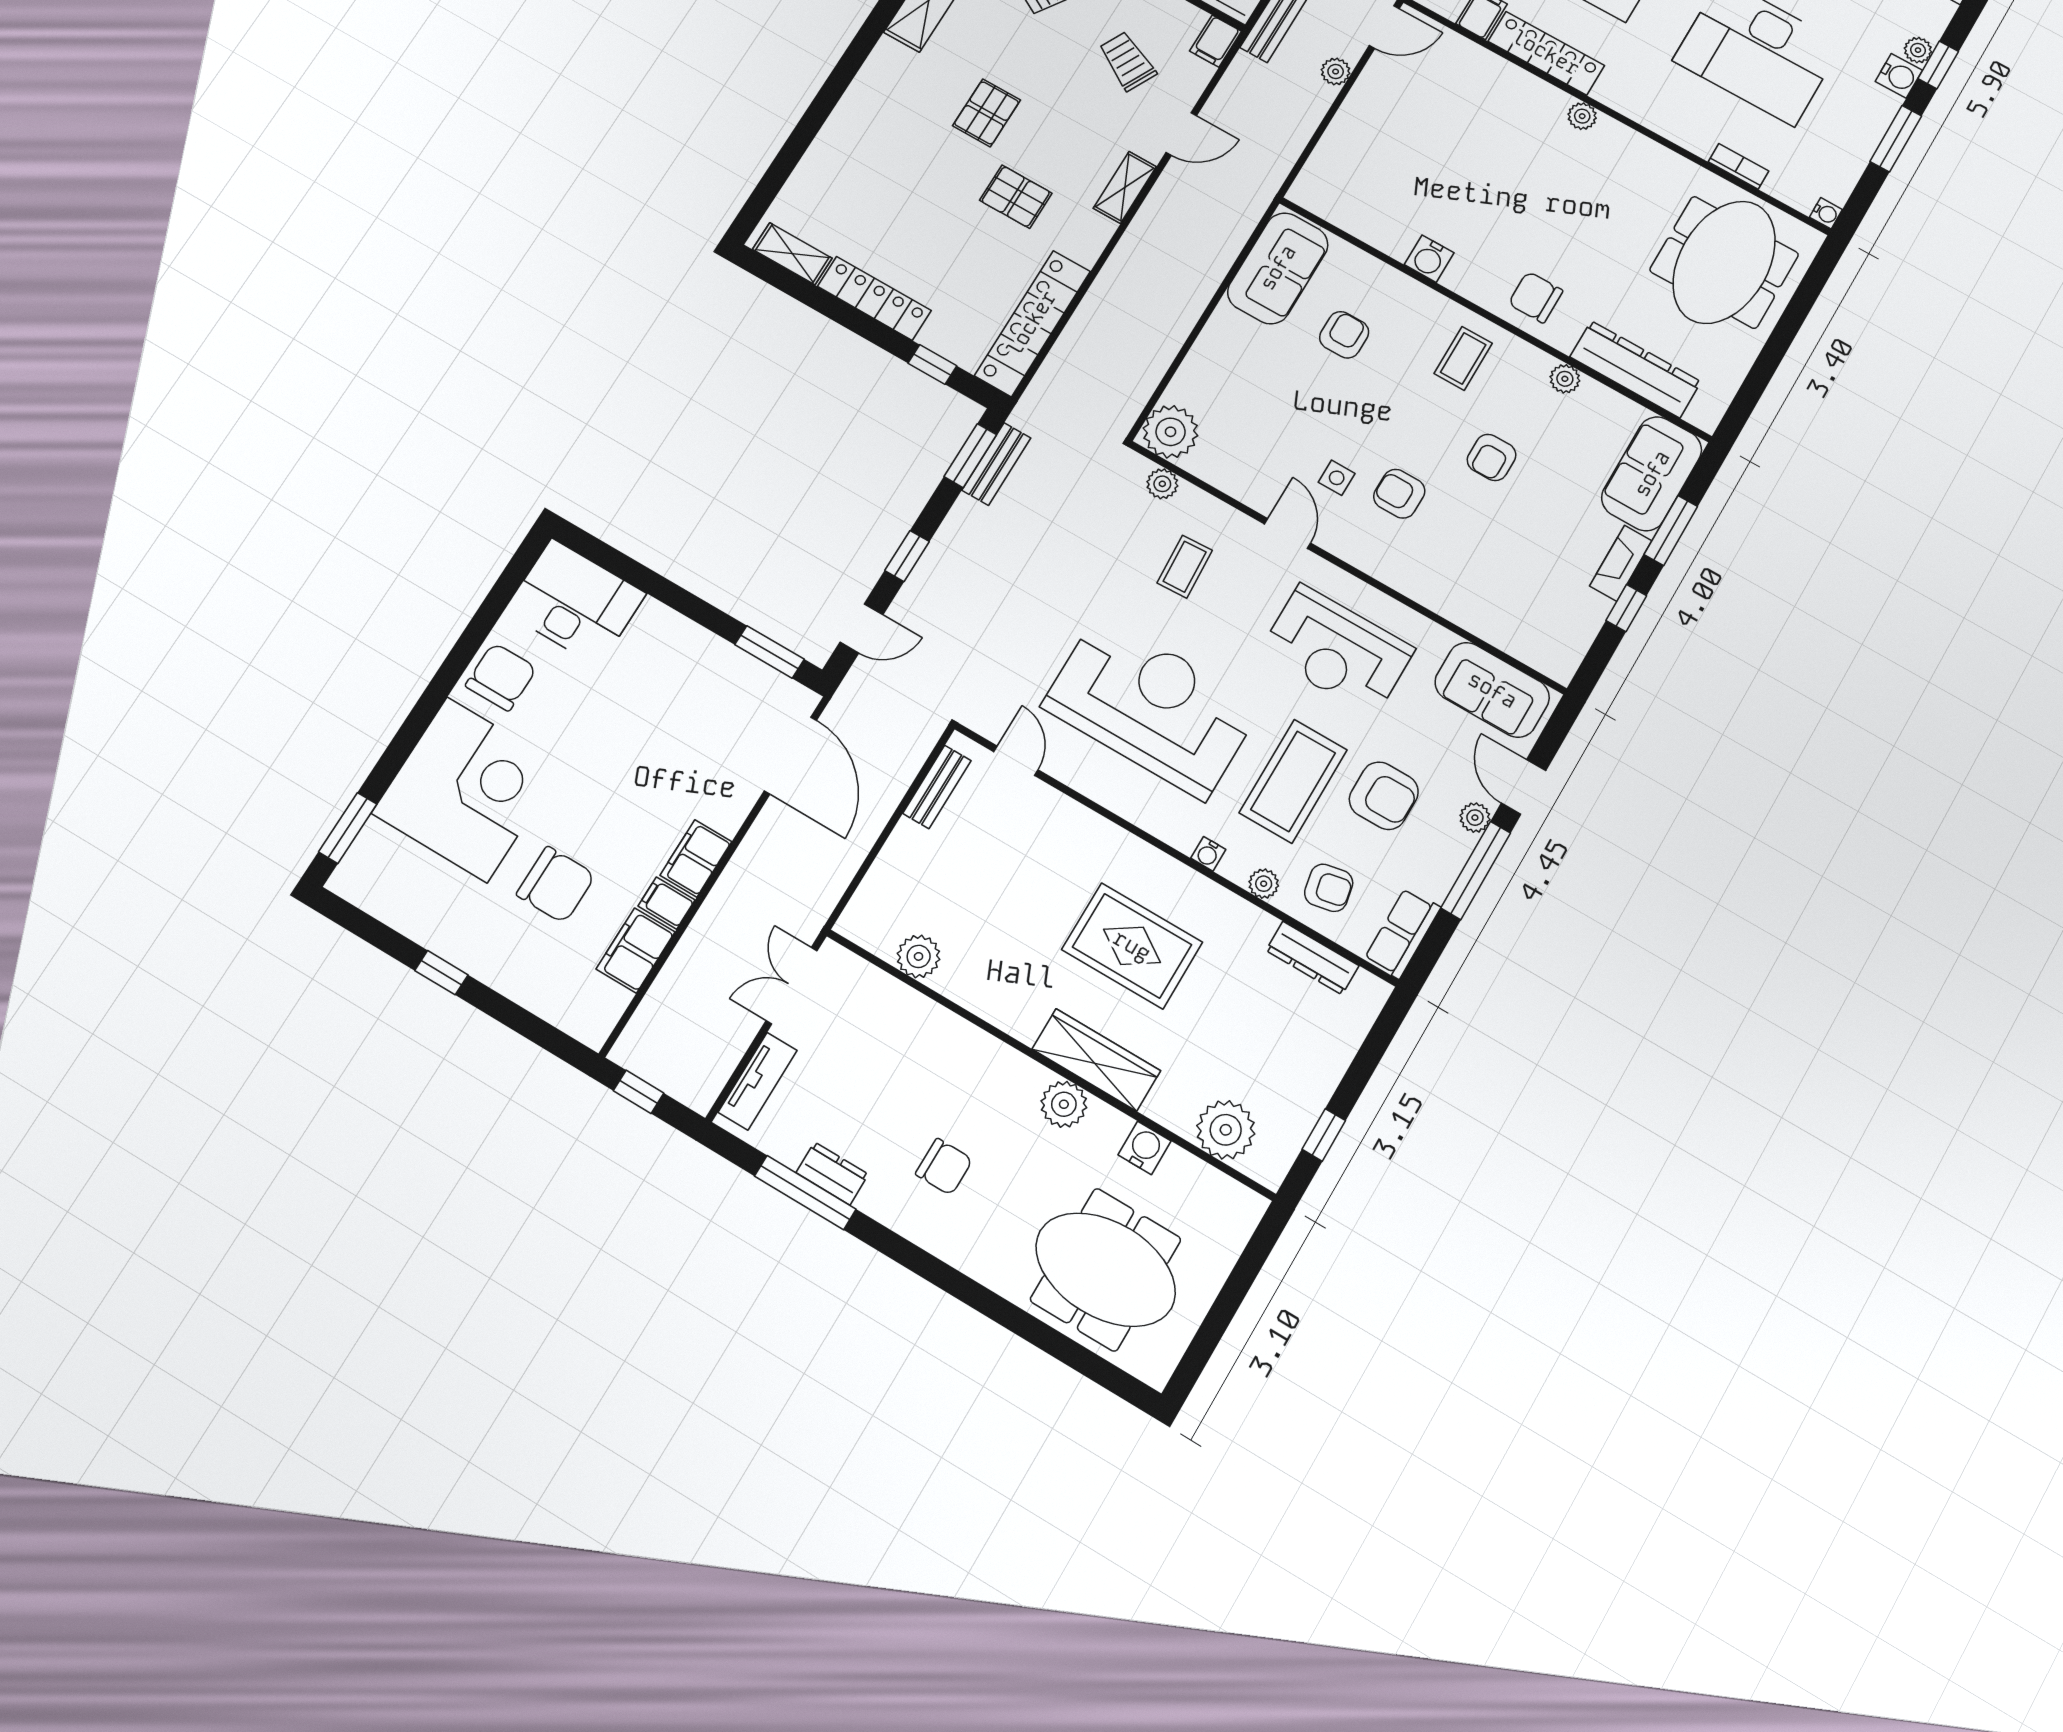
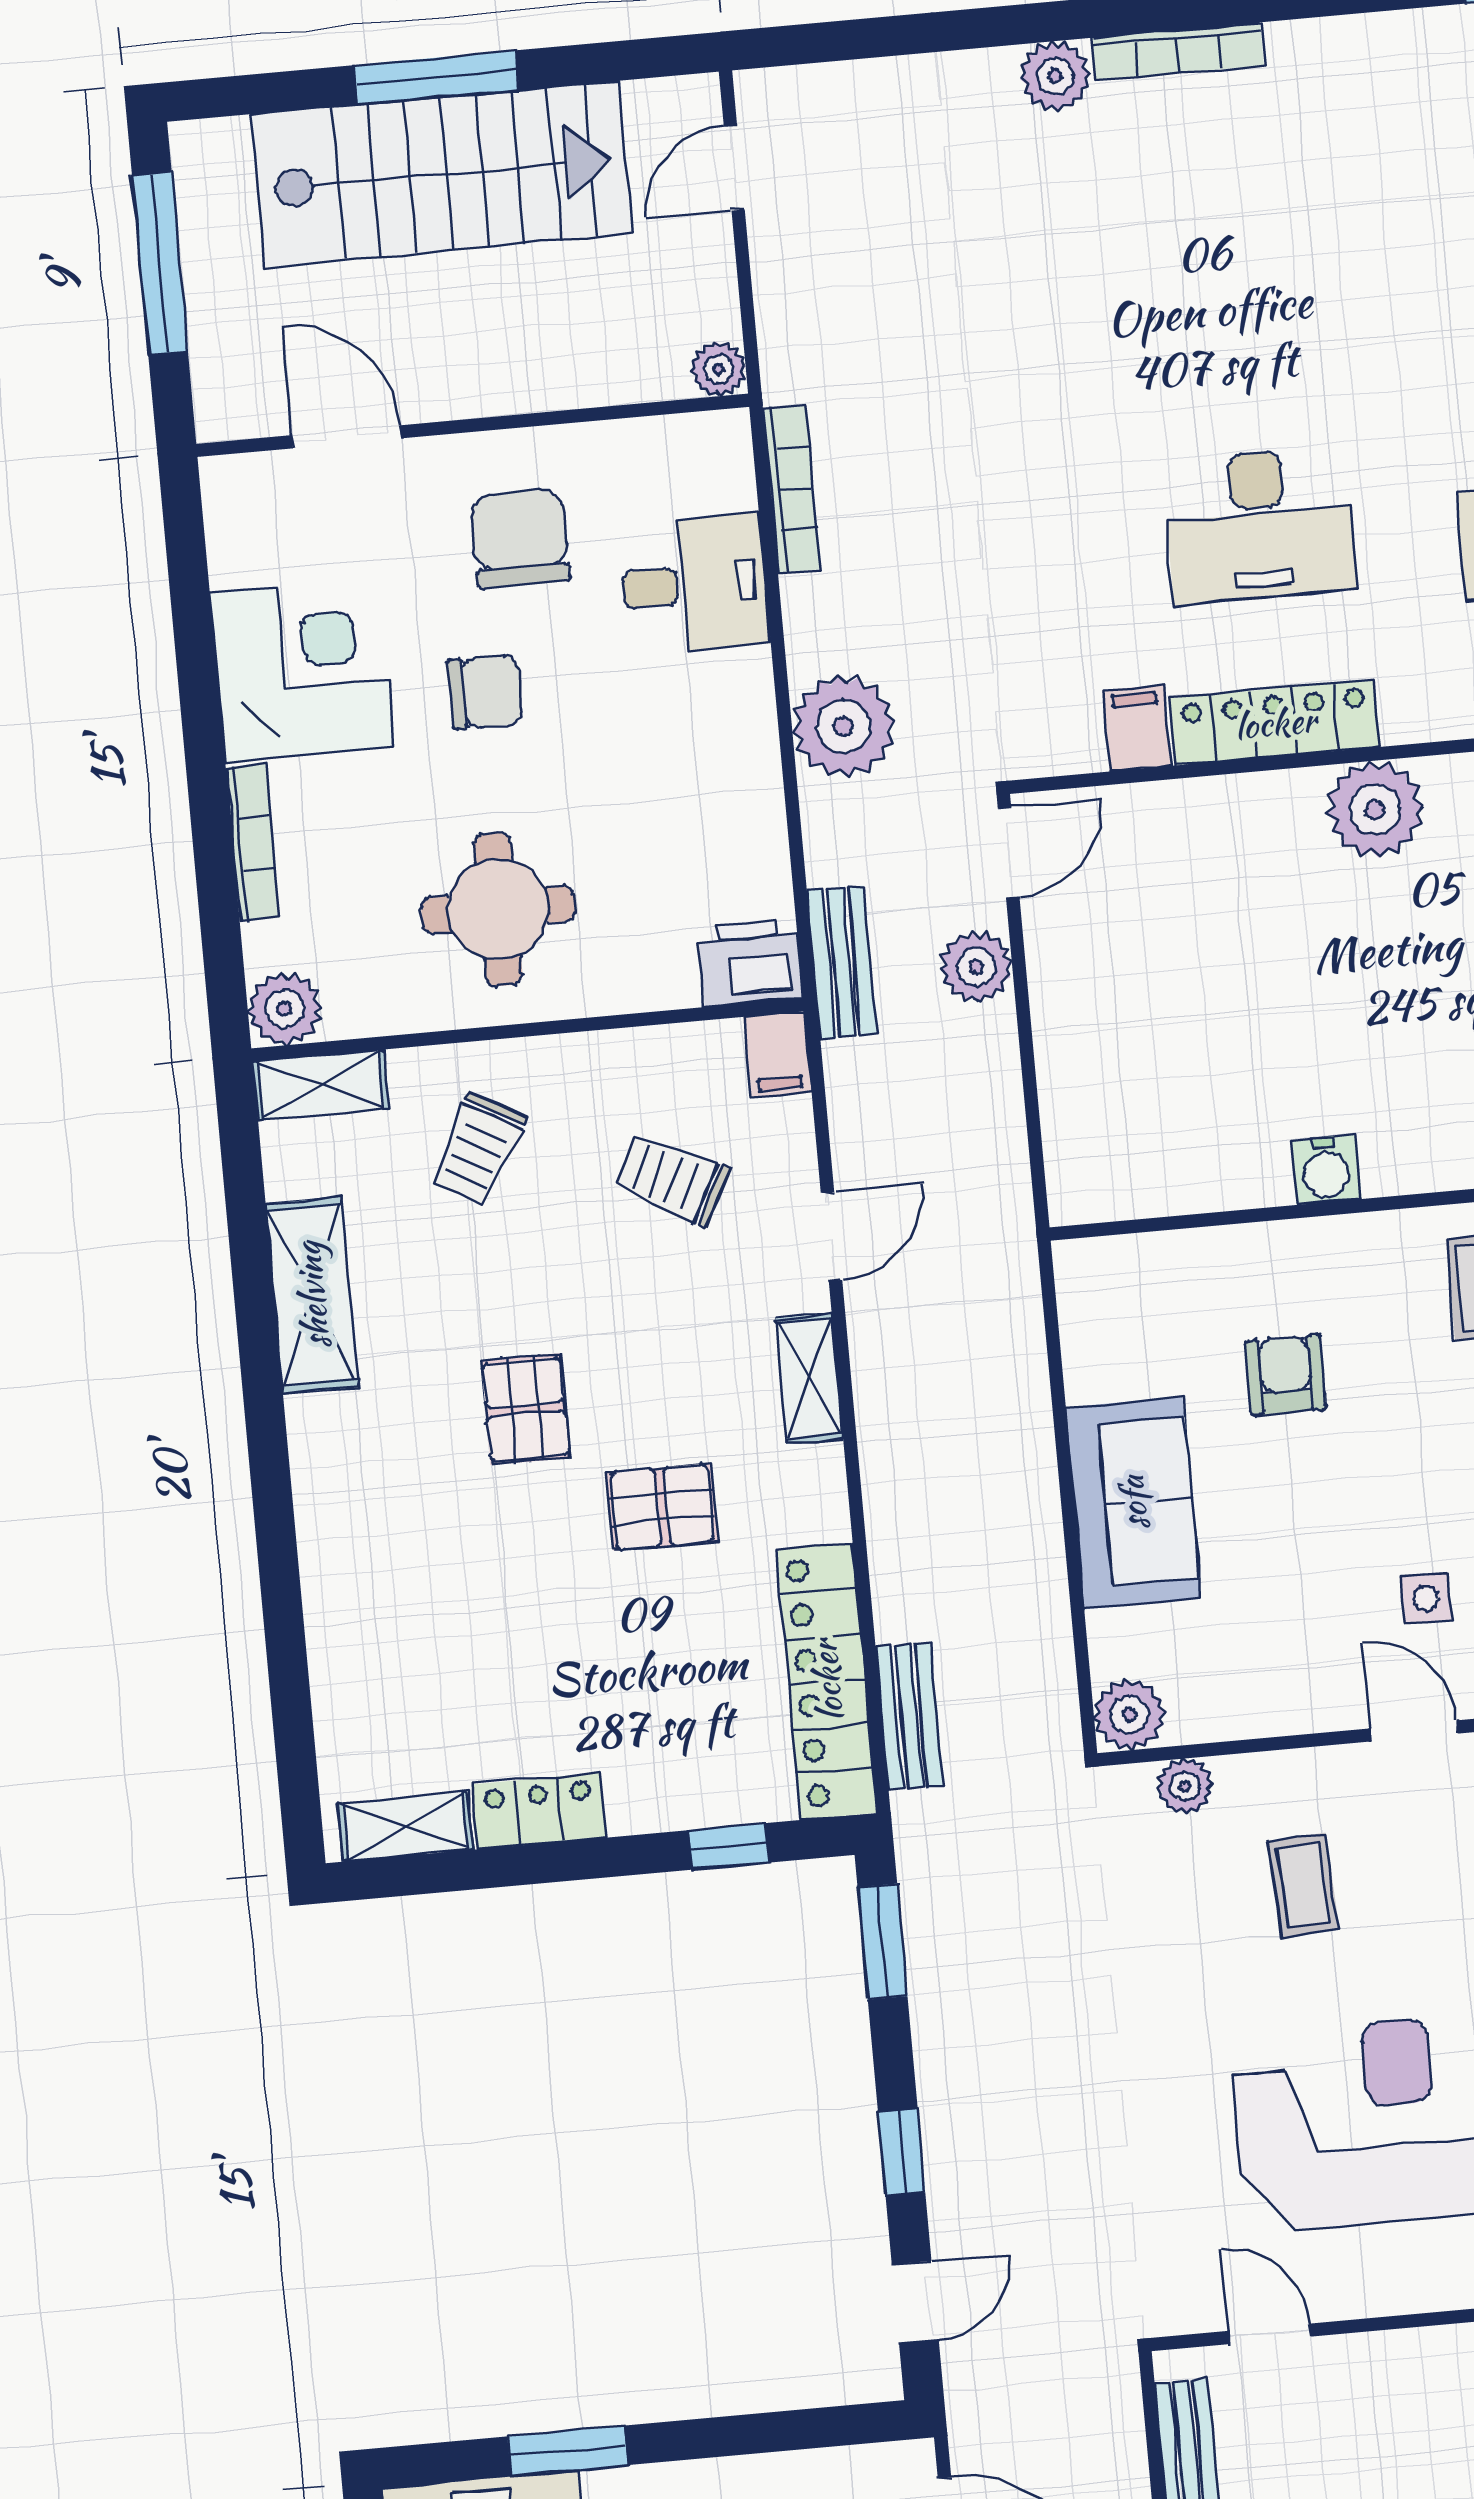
plant: (1336, 72) -> (976, 966), width x1.38, depth x1.38
plant: (1582, 116) -> (1375, 809), width x1.87, depth x1.87
sofa: (1278, 268) -> (1133, 1503), moved
locker: (874, 298) -> (539, 1811), width x0.66
plant: (1171, 432) -> (1129, 1715), width x0.73, depth x0.73
bench: (996, 464) -> (909, 1716), moved
window: (769, 652) -> (567, 2451), moved

